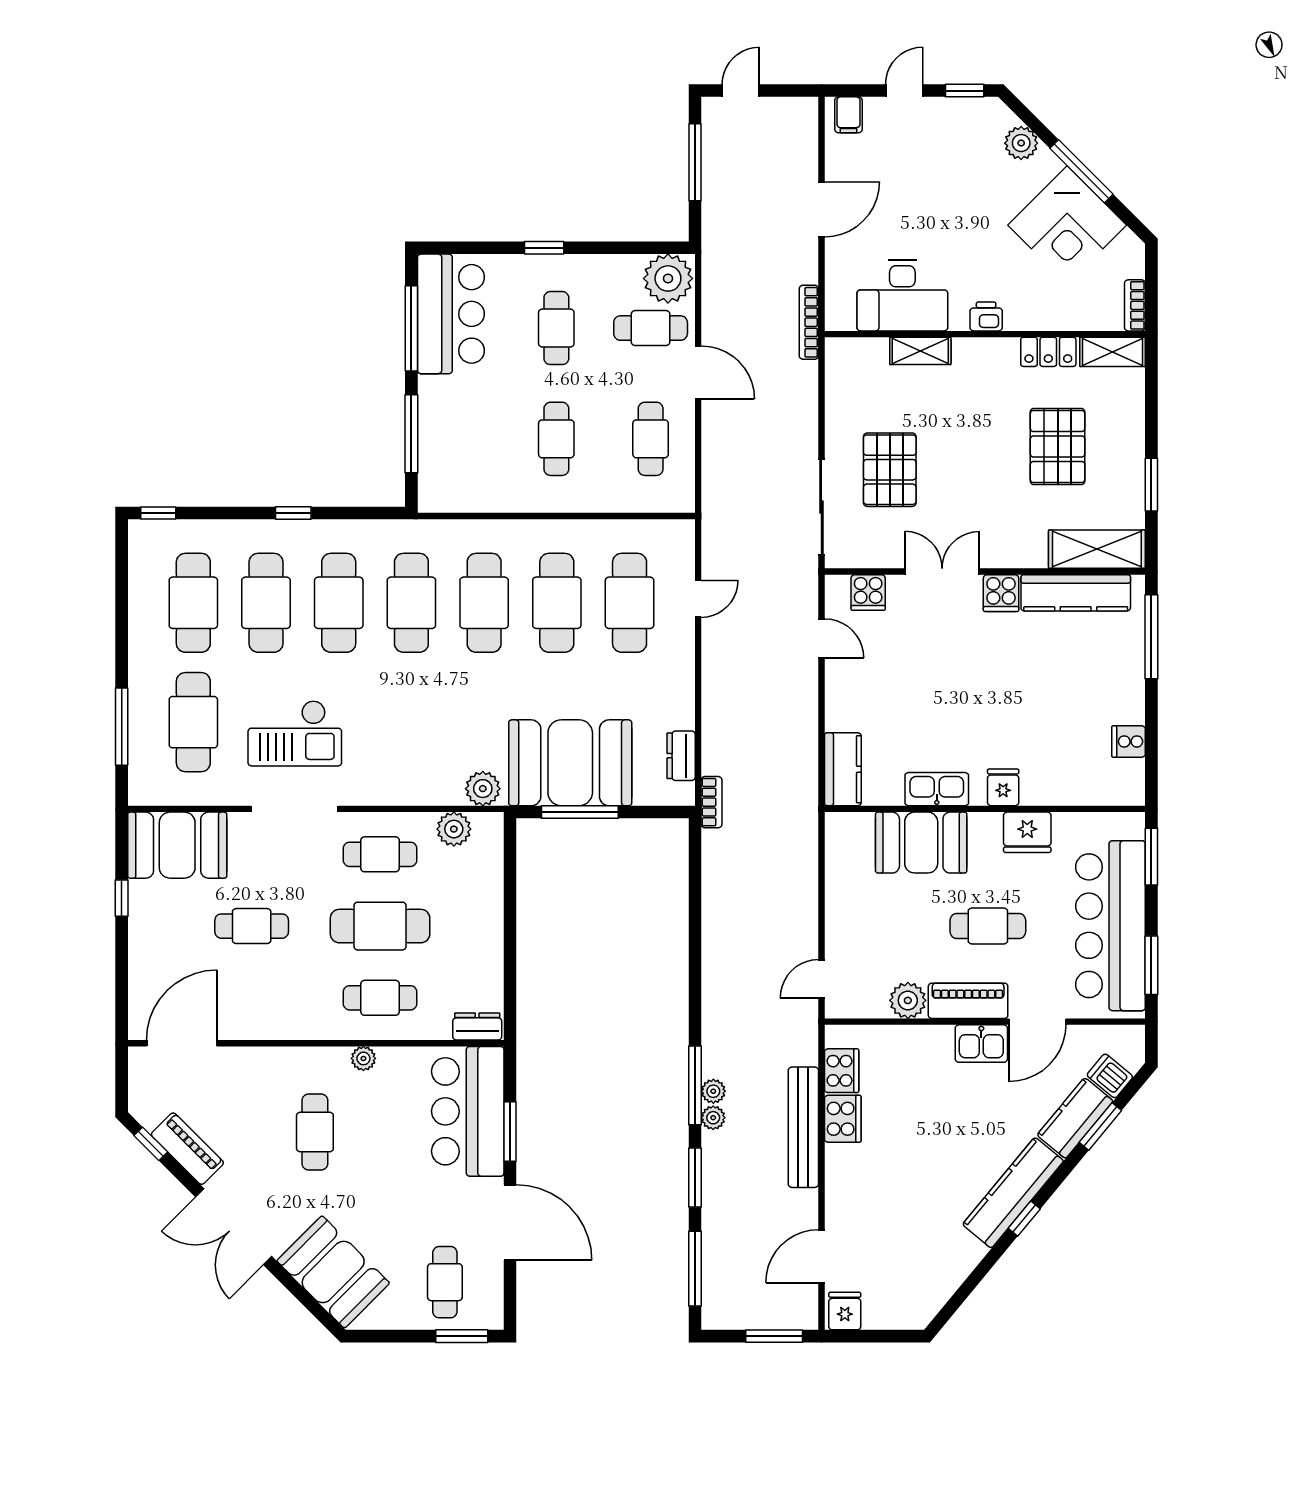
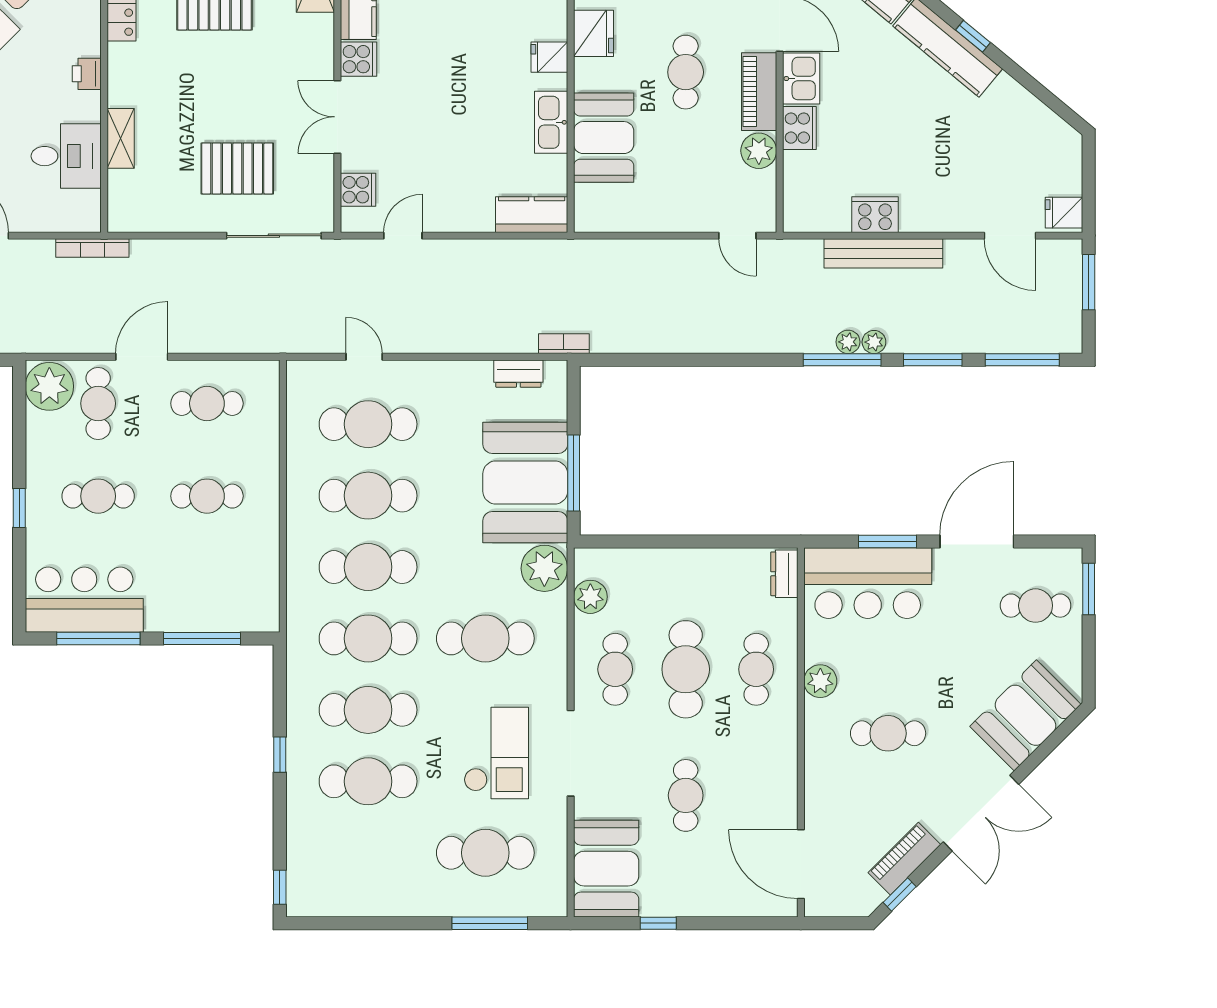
desk: (902, 295) -> (66, 156), width x0.73
cafe table: (193, 603) -> (485, 638), moved
plant: (483, 789) -> (544, 568), width x1.36, depth x1.36
plant: (363, 1058) -> (820, 681), width x1.38, depth x1.38
cooker: (842, 1071) -> (799, 128), moved, turned 90

